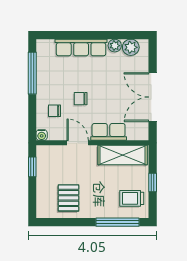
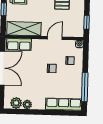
row of seats: (81, 47) -> (64, 104), moved
row of seats: (109, 132) -> (19, 45), moved
door: (78, 143) -> (55, 38), swing flipped

